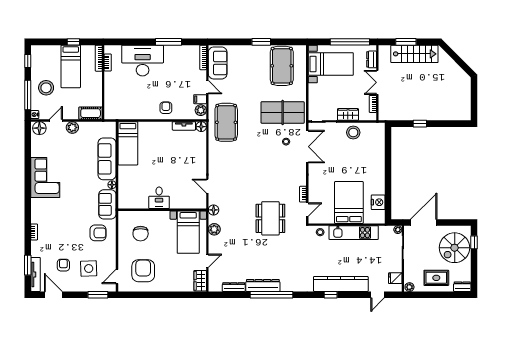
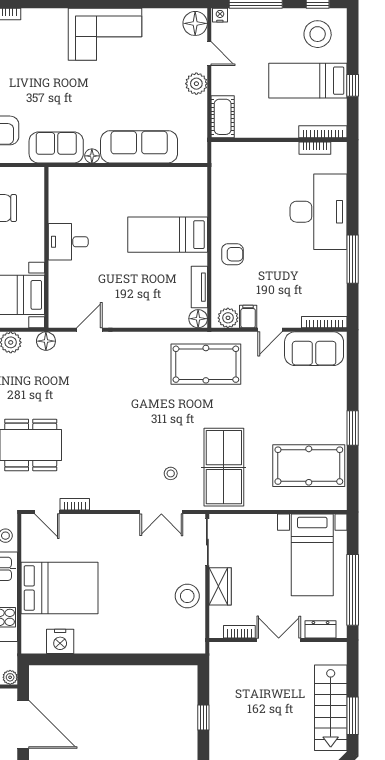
window: (406, 42) -> (353, 716), moved
stool: (46, 88) -> (318, 34), moved
bed: (128, 143) -> (168, 235), moved
double door: (307, 147) -> (161, 512), width x0.73

